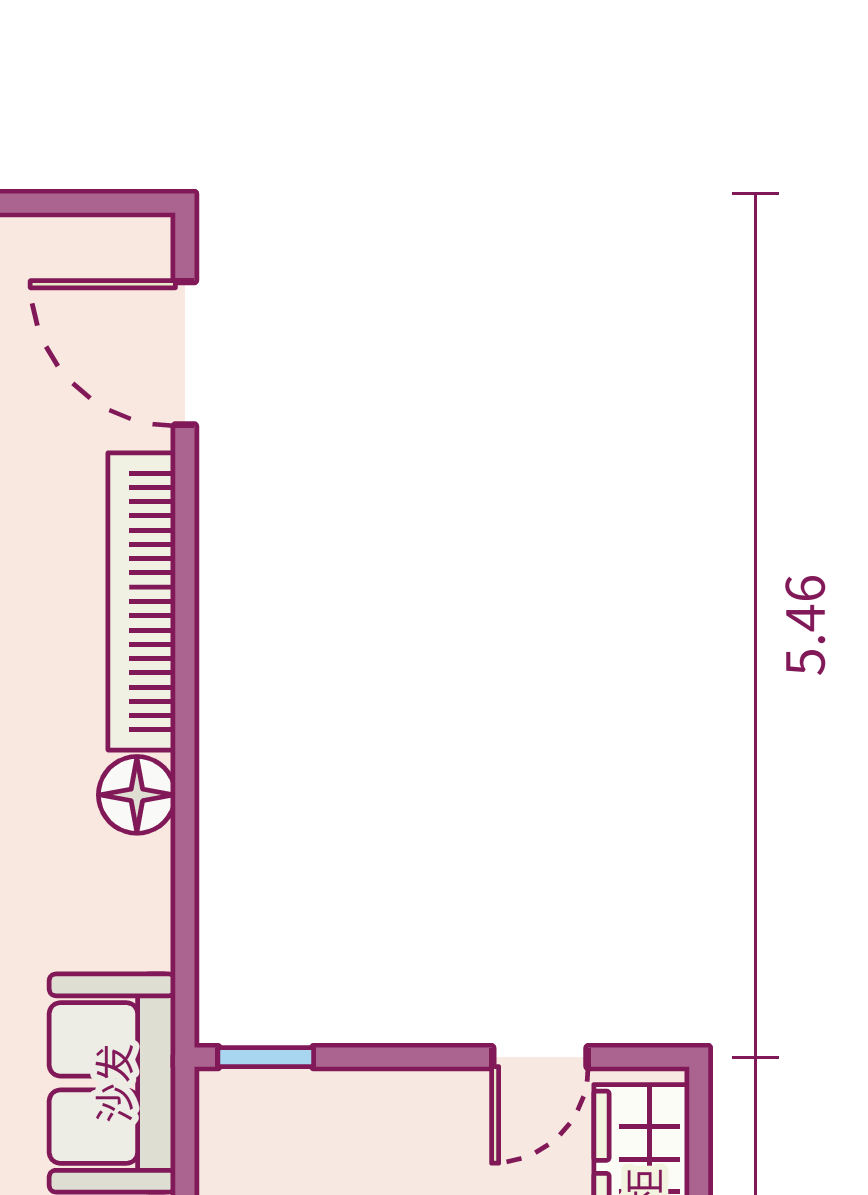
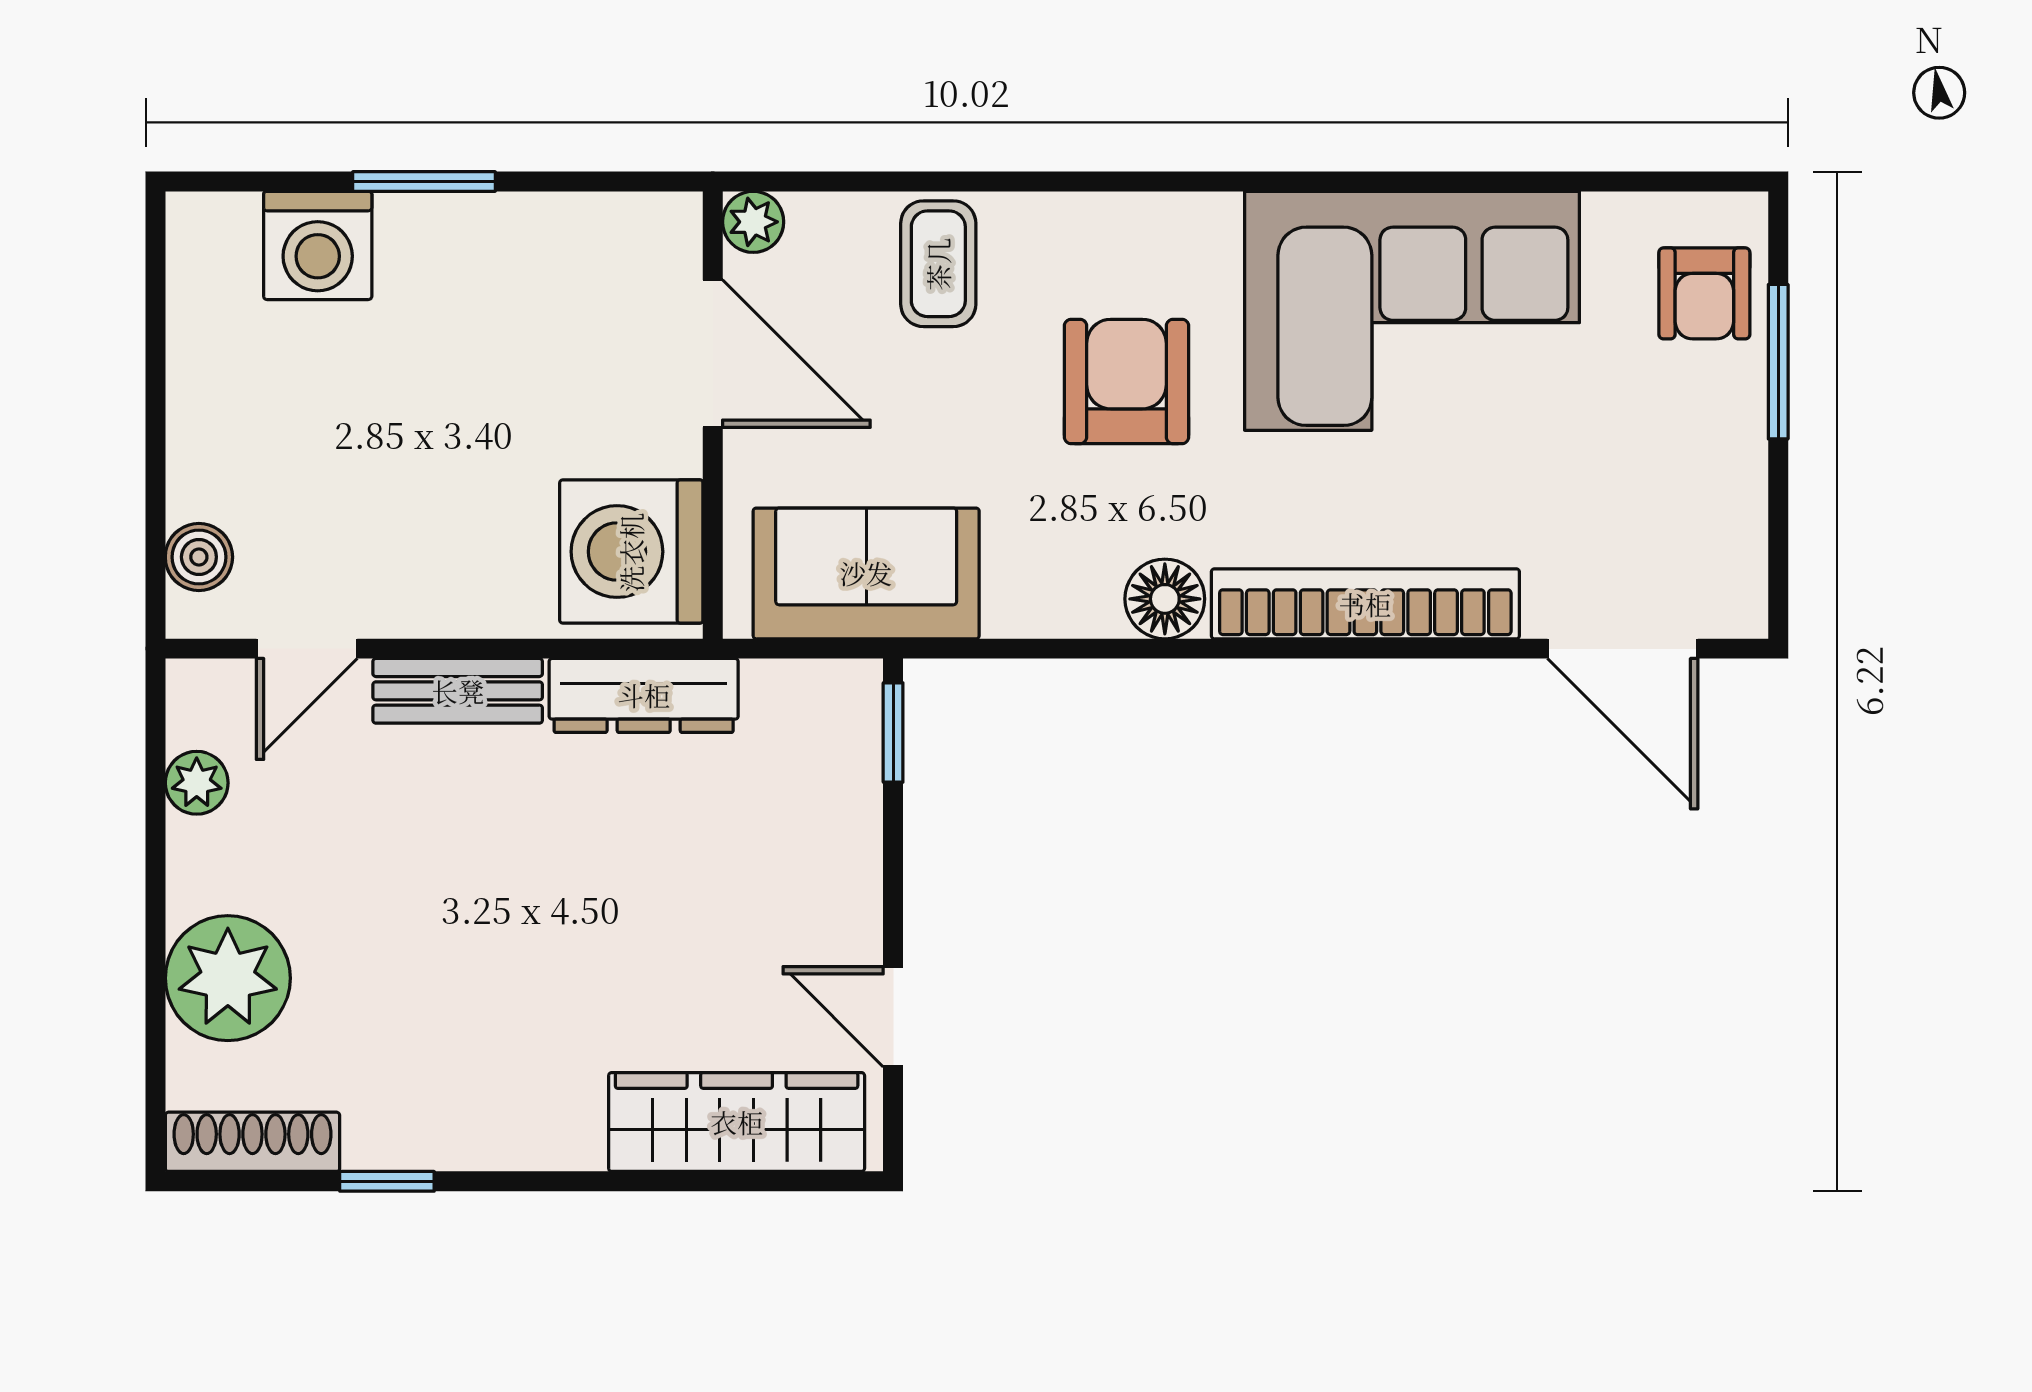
door: (185, 353) -> (1623, 649), swing flipped

